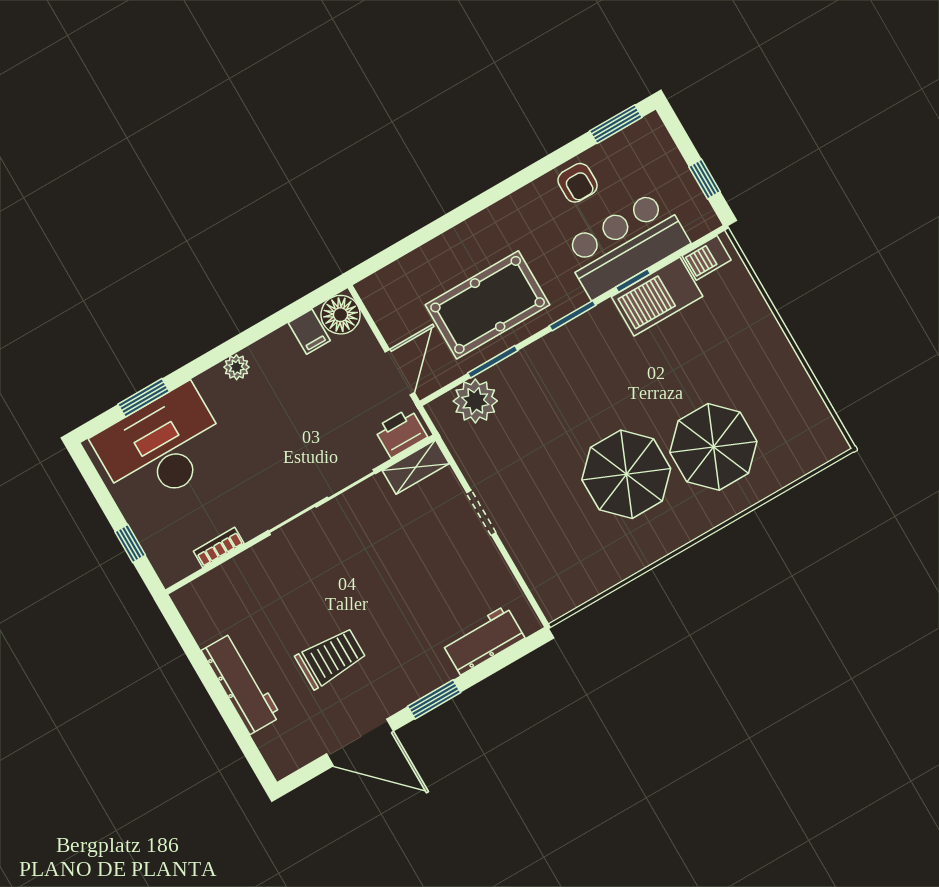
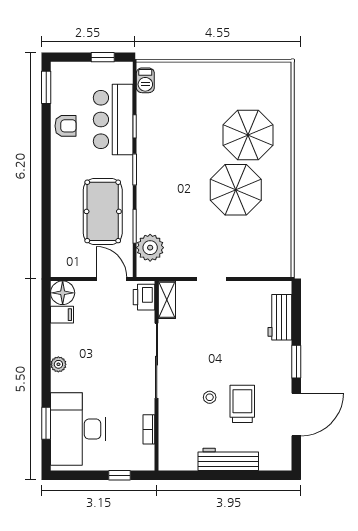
barbecue: (657, 296) -> (151, 119), removed
stool: (313, 607) -> (210, 397), added

